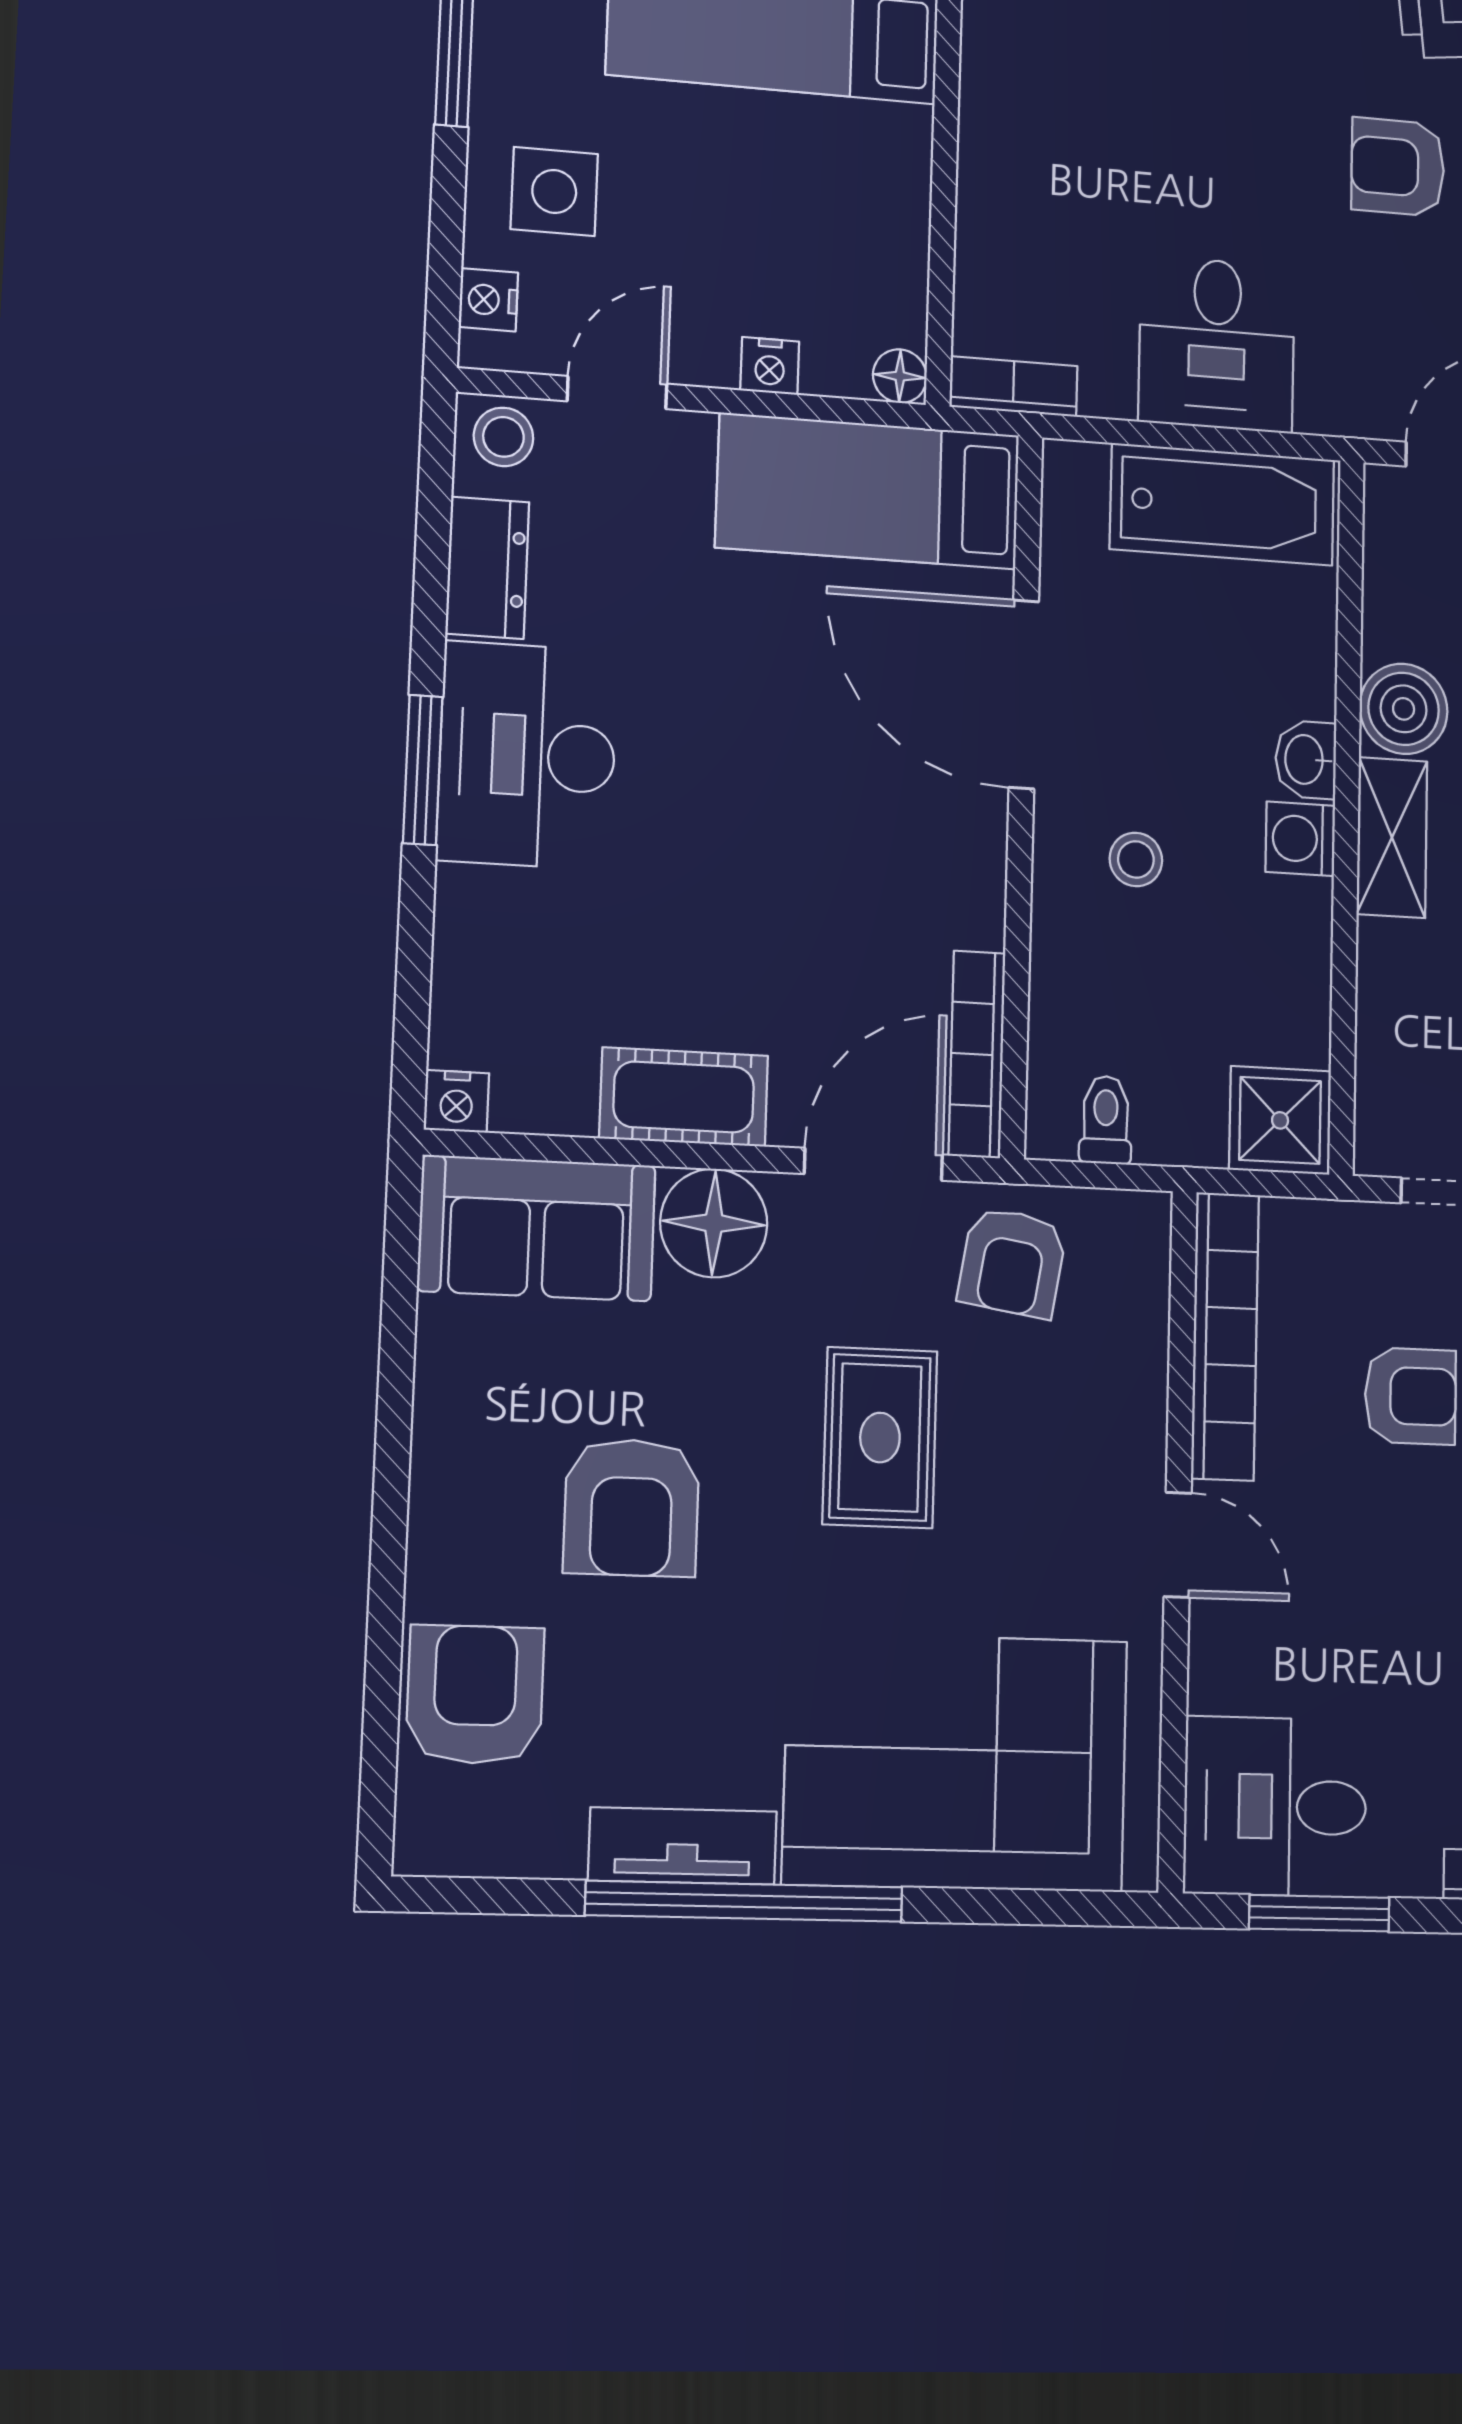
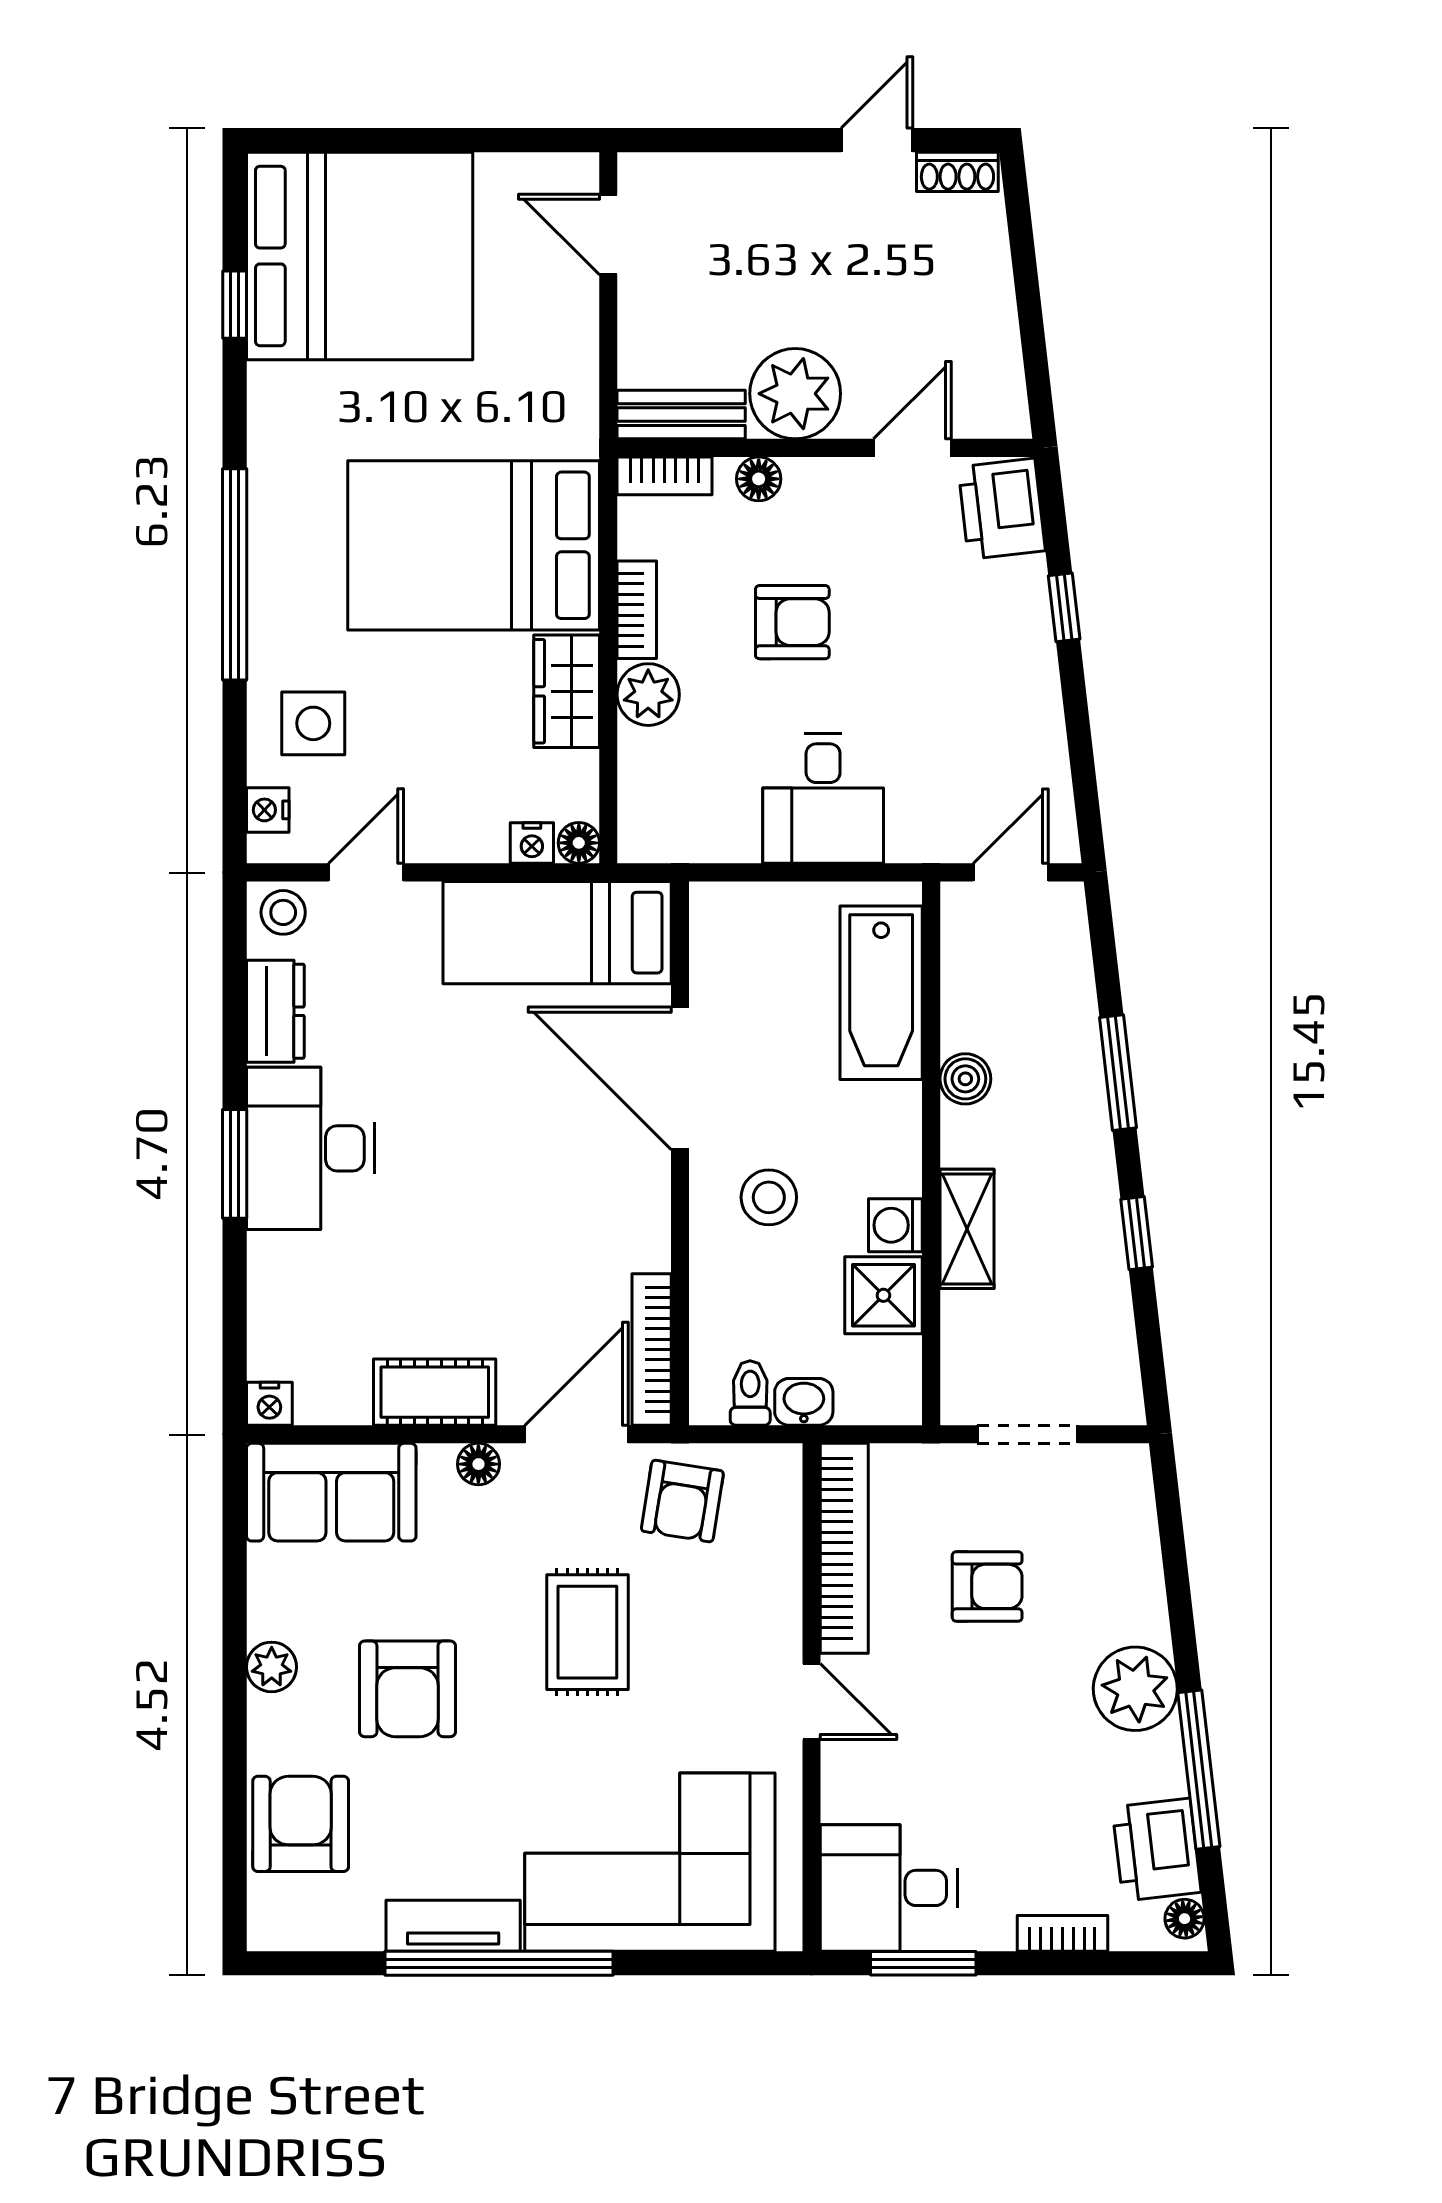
armchair: (1398, 167) -> (792, 622), moved, turned 180
wardrobe: (890, 179) -> (567, 691), added
plant: (996, 192) -> (648, 695), added
nightstand: (770, 366) -> (532, 843), moved
bookcase: (1014, 386) -> (637, 610), moved, turned 90
bathtub: (1222, 504) -> (881, 993), moved, turned 90
boiler: (1404, 709) -> (965, 1079), width x0.73, depth x0.73
washbasin: (1306, 760) -> (804, 1402), moved, turned 90
shelving: (1392, 838) -> (967, 1229), moved
washing machine: (1300, 839) -> (895, 1225), moved
stool: (1136, 859) -> (769, 1197), width x1.37, depth x1.37
shower: (1280, 1120) -> (883, 1295), moved
floor lamp: (714, 1223) -> (478, 1464), width x0.53, depth x0.53
plant: (444, 1470) -> (272, 1667), added

